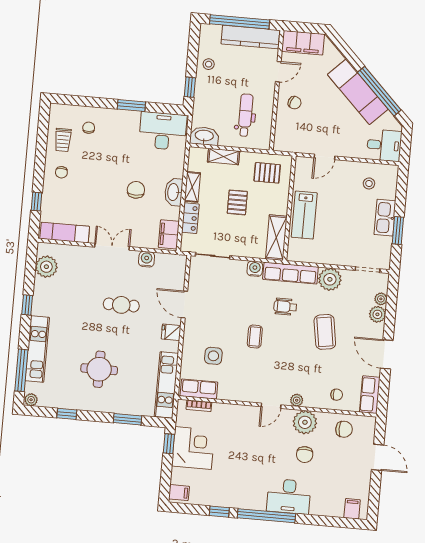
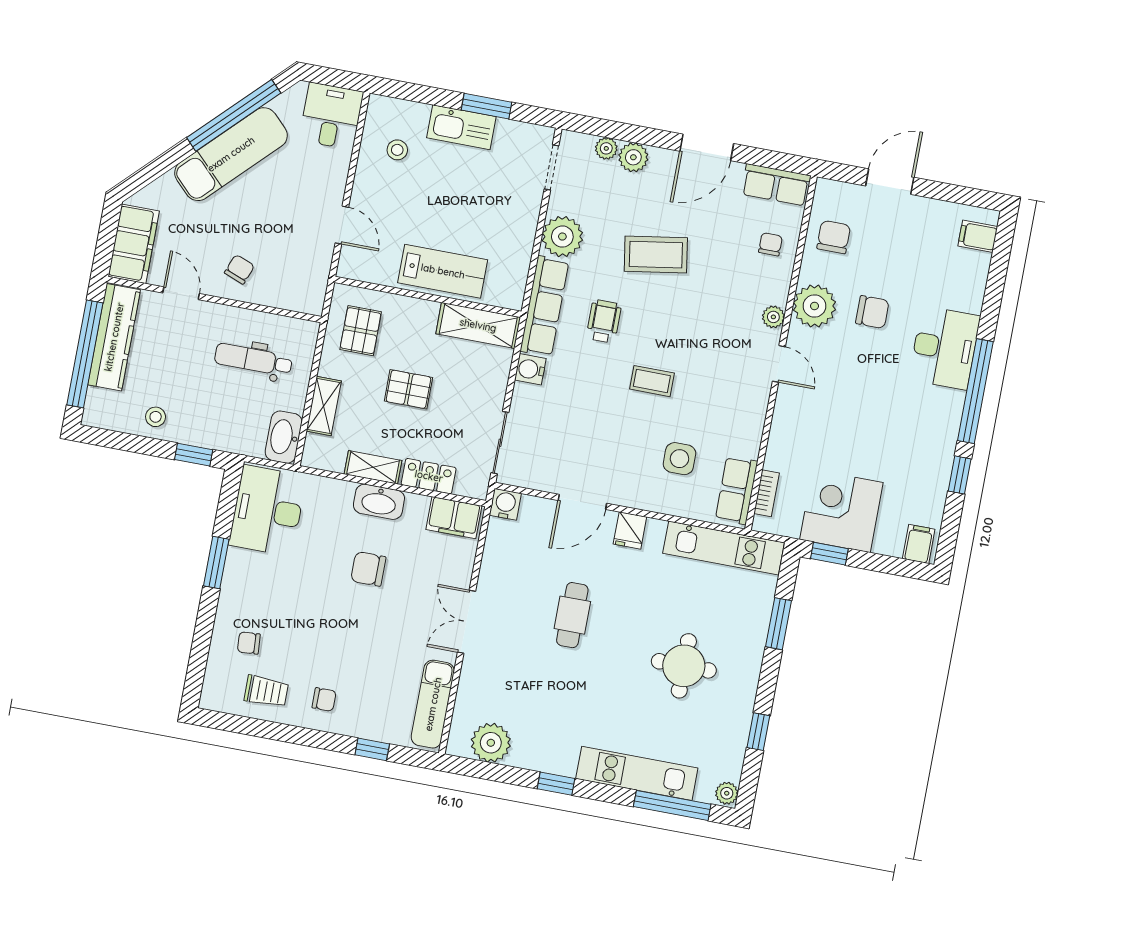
water cooler: (147, 259) -> (505, 504), moved, turned 90
wheelchair: (285, 307) -> (604, 321), turned 180

